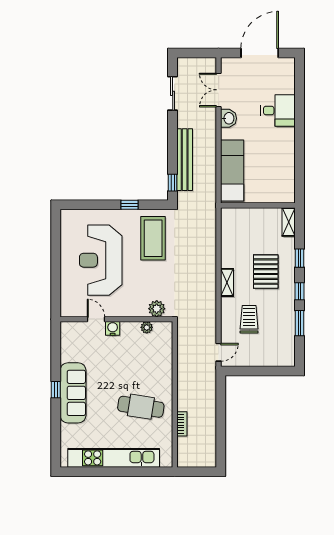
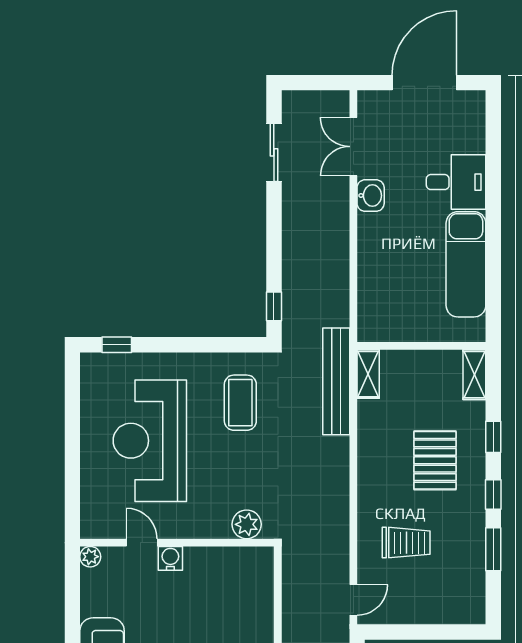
bench: (185, 160) -> (336, 381), moved
exam couch: (232, 171) -> (466, 264), moved, turned 180
window: (130, 205) -> (117, 345), moved
coffee table: (153, 238) -> (240, 403), width x0.73, depth x0.76
shelving: (227, 282) -> (368, 374), moved
trolley: (249, 319) -> (406, 543), turned 90
plant: (147, 327) -> (90, 557), moved

